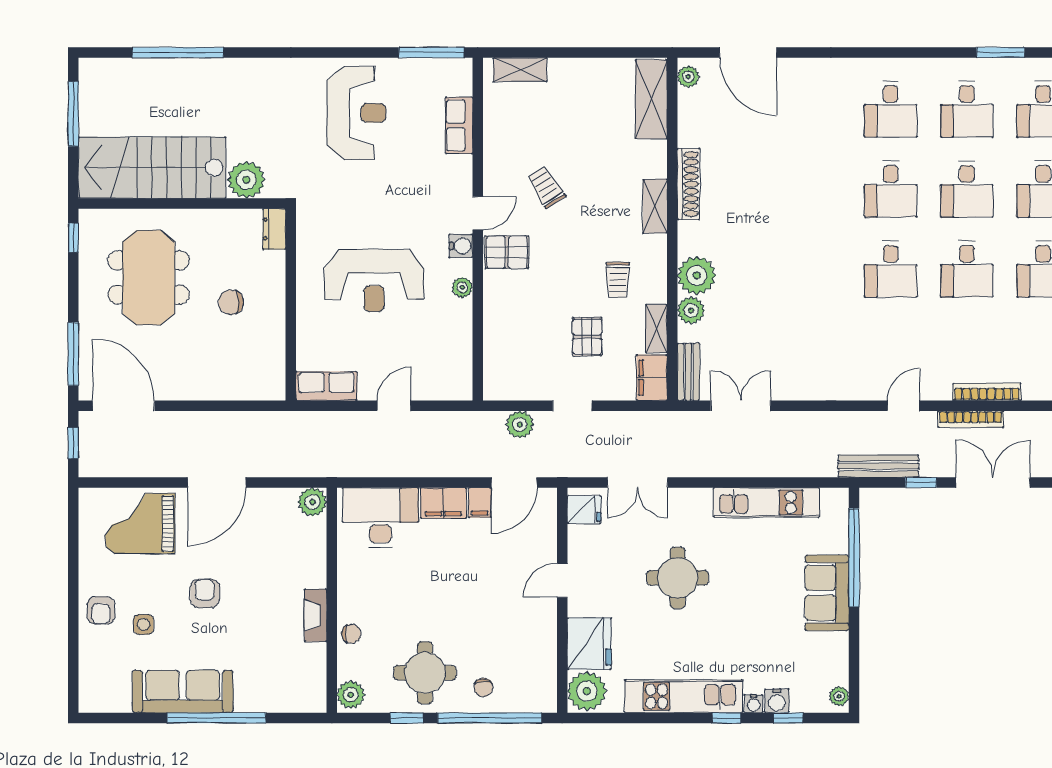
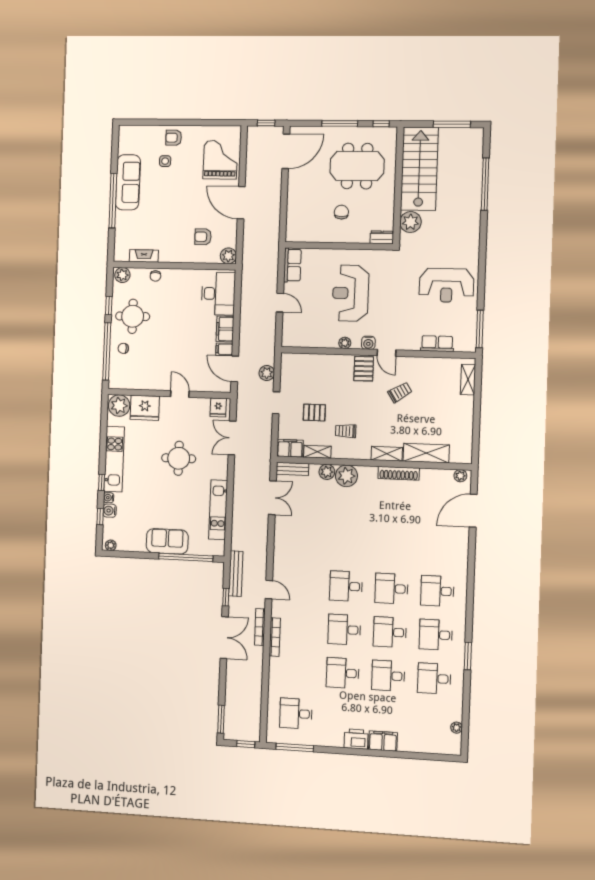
shelving: (651, 99) -> (426, 453), moved
window: (73, 354) -> (340, 123), moved
armchair: (205, 593) -> (203, 237), moved, turned 180
fireplace: (316, 615) -> (144, 256), moved

